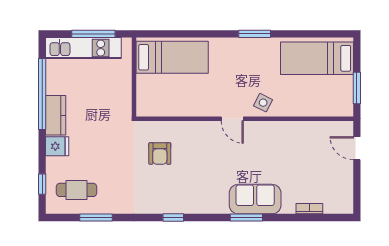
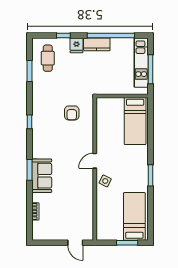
window: (357, 88) -> (127, 243), moved
door: (357, 148) -> (75, 243), swing flipped
armchair: (160, 154) -> (72, 113), turned -90
window: (42, 184) -> (63, 35), moved

